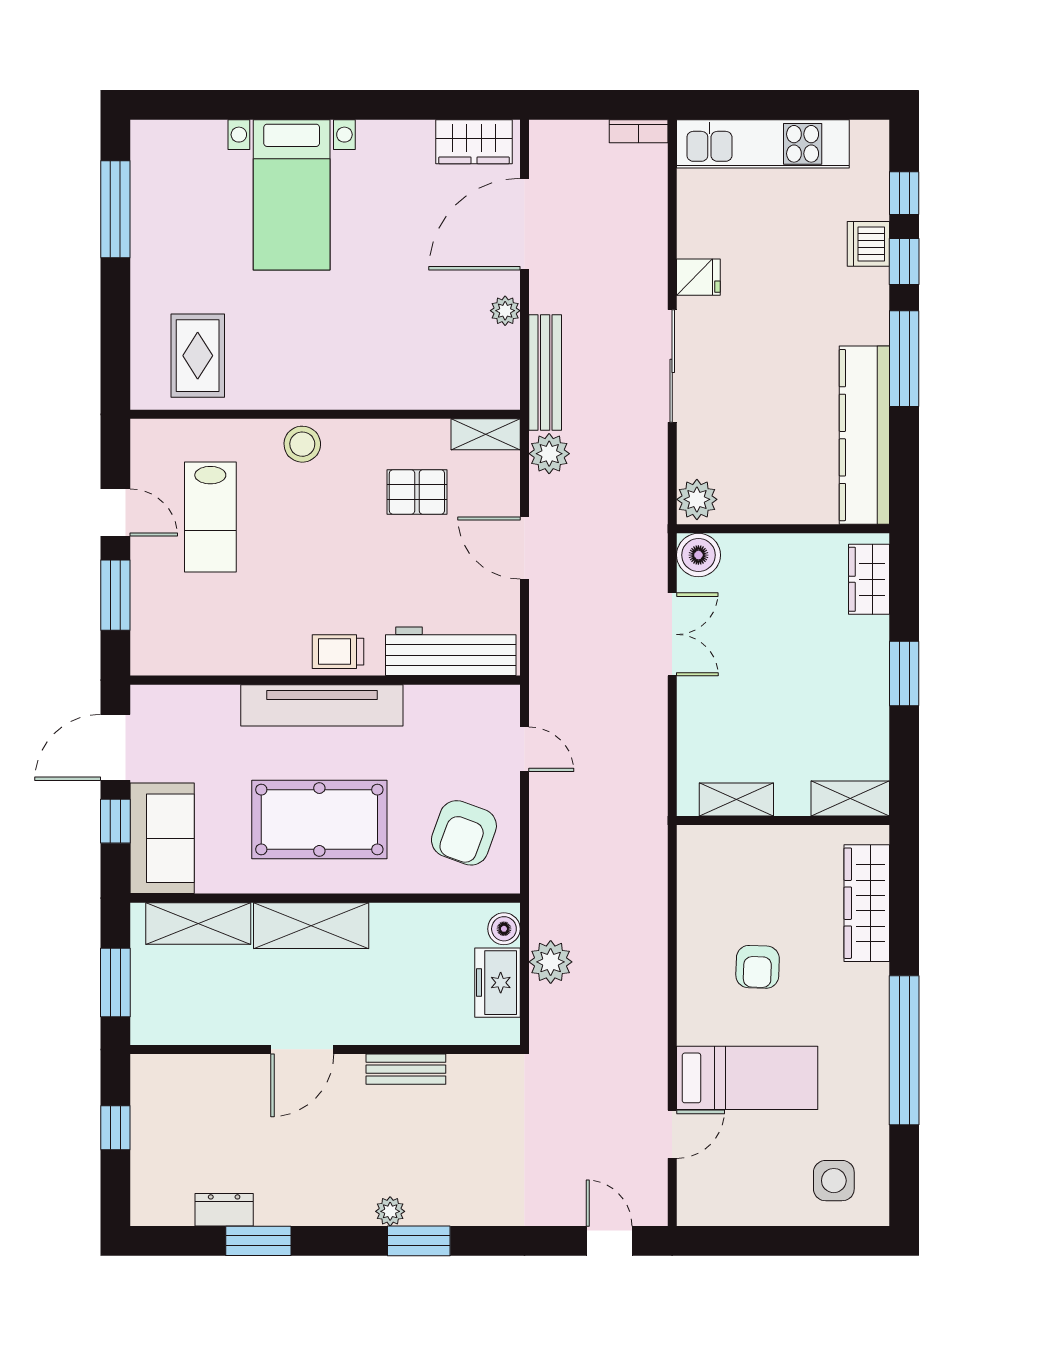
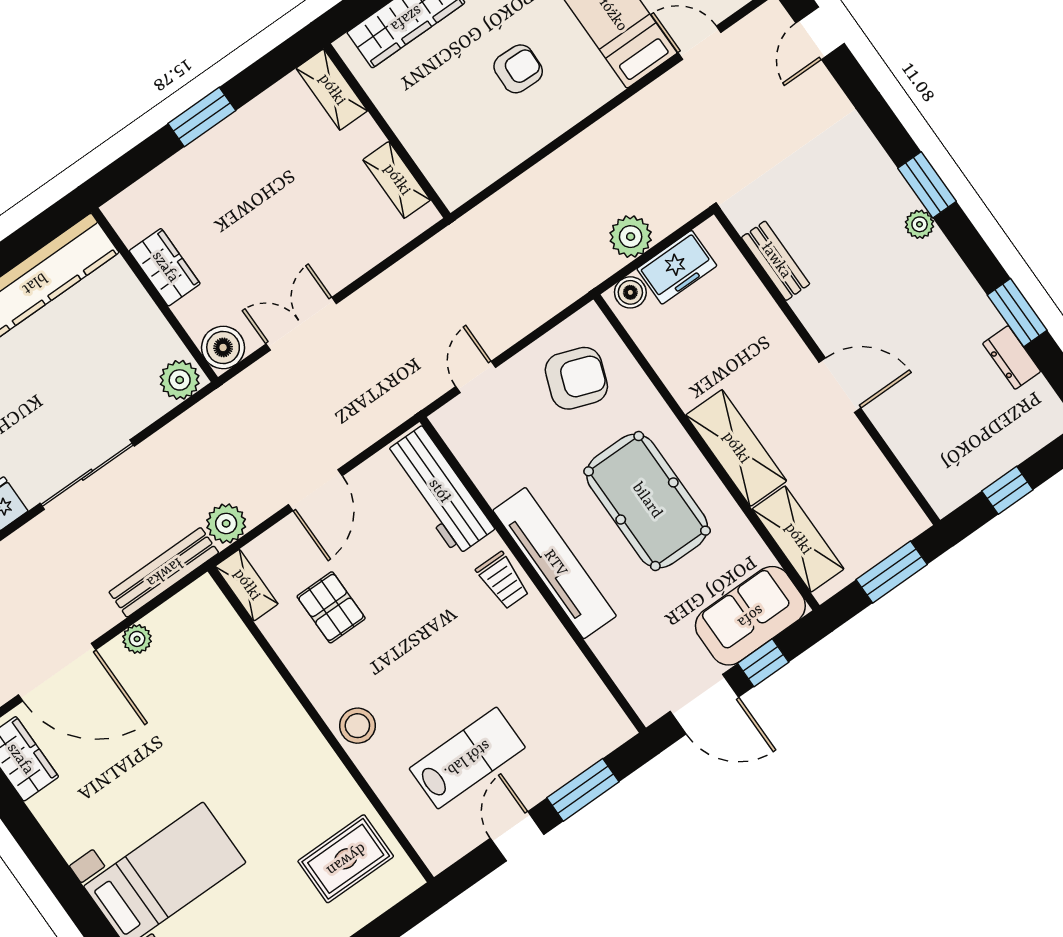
wardrobe: (869, 579) -> (165, 267), moved, turned -90
bench: (406, 1069) -> (776, 261), moved

